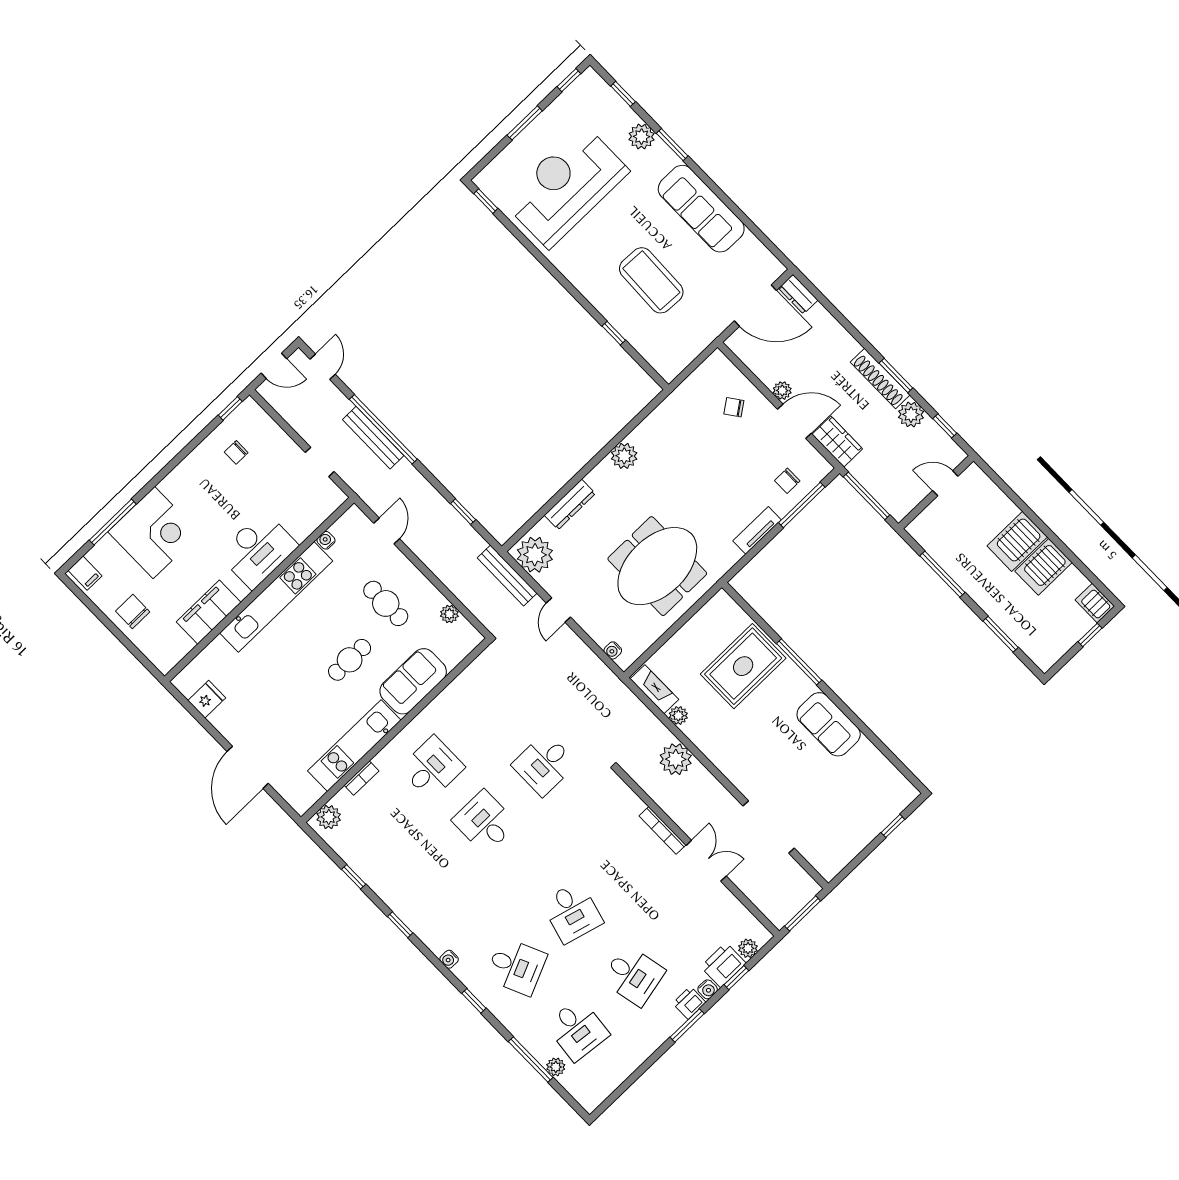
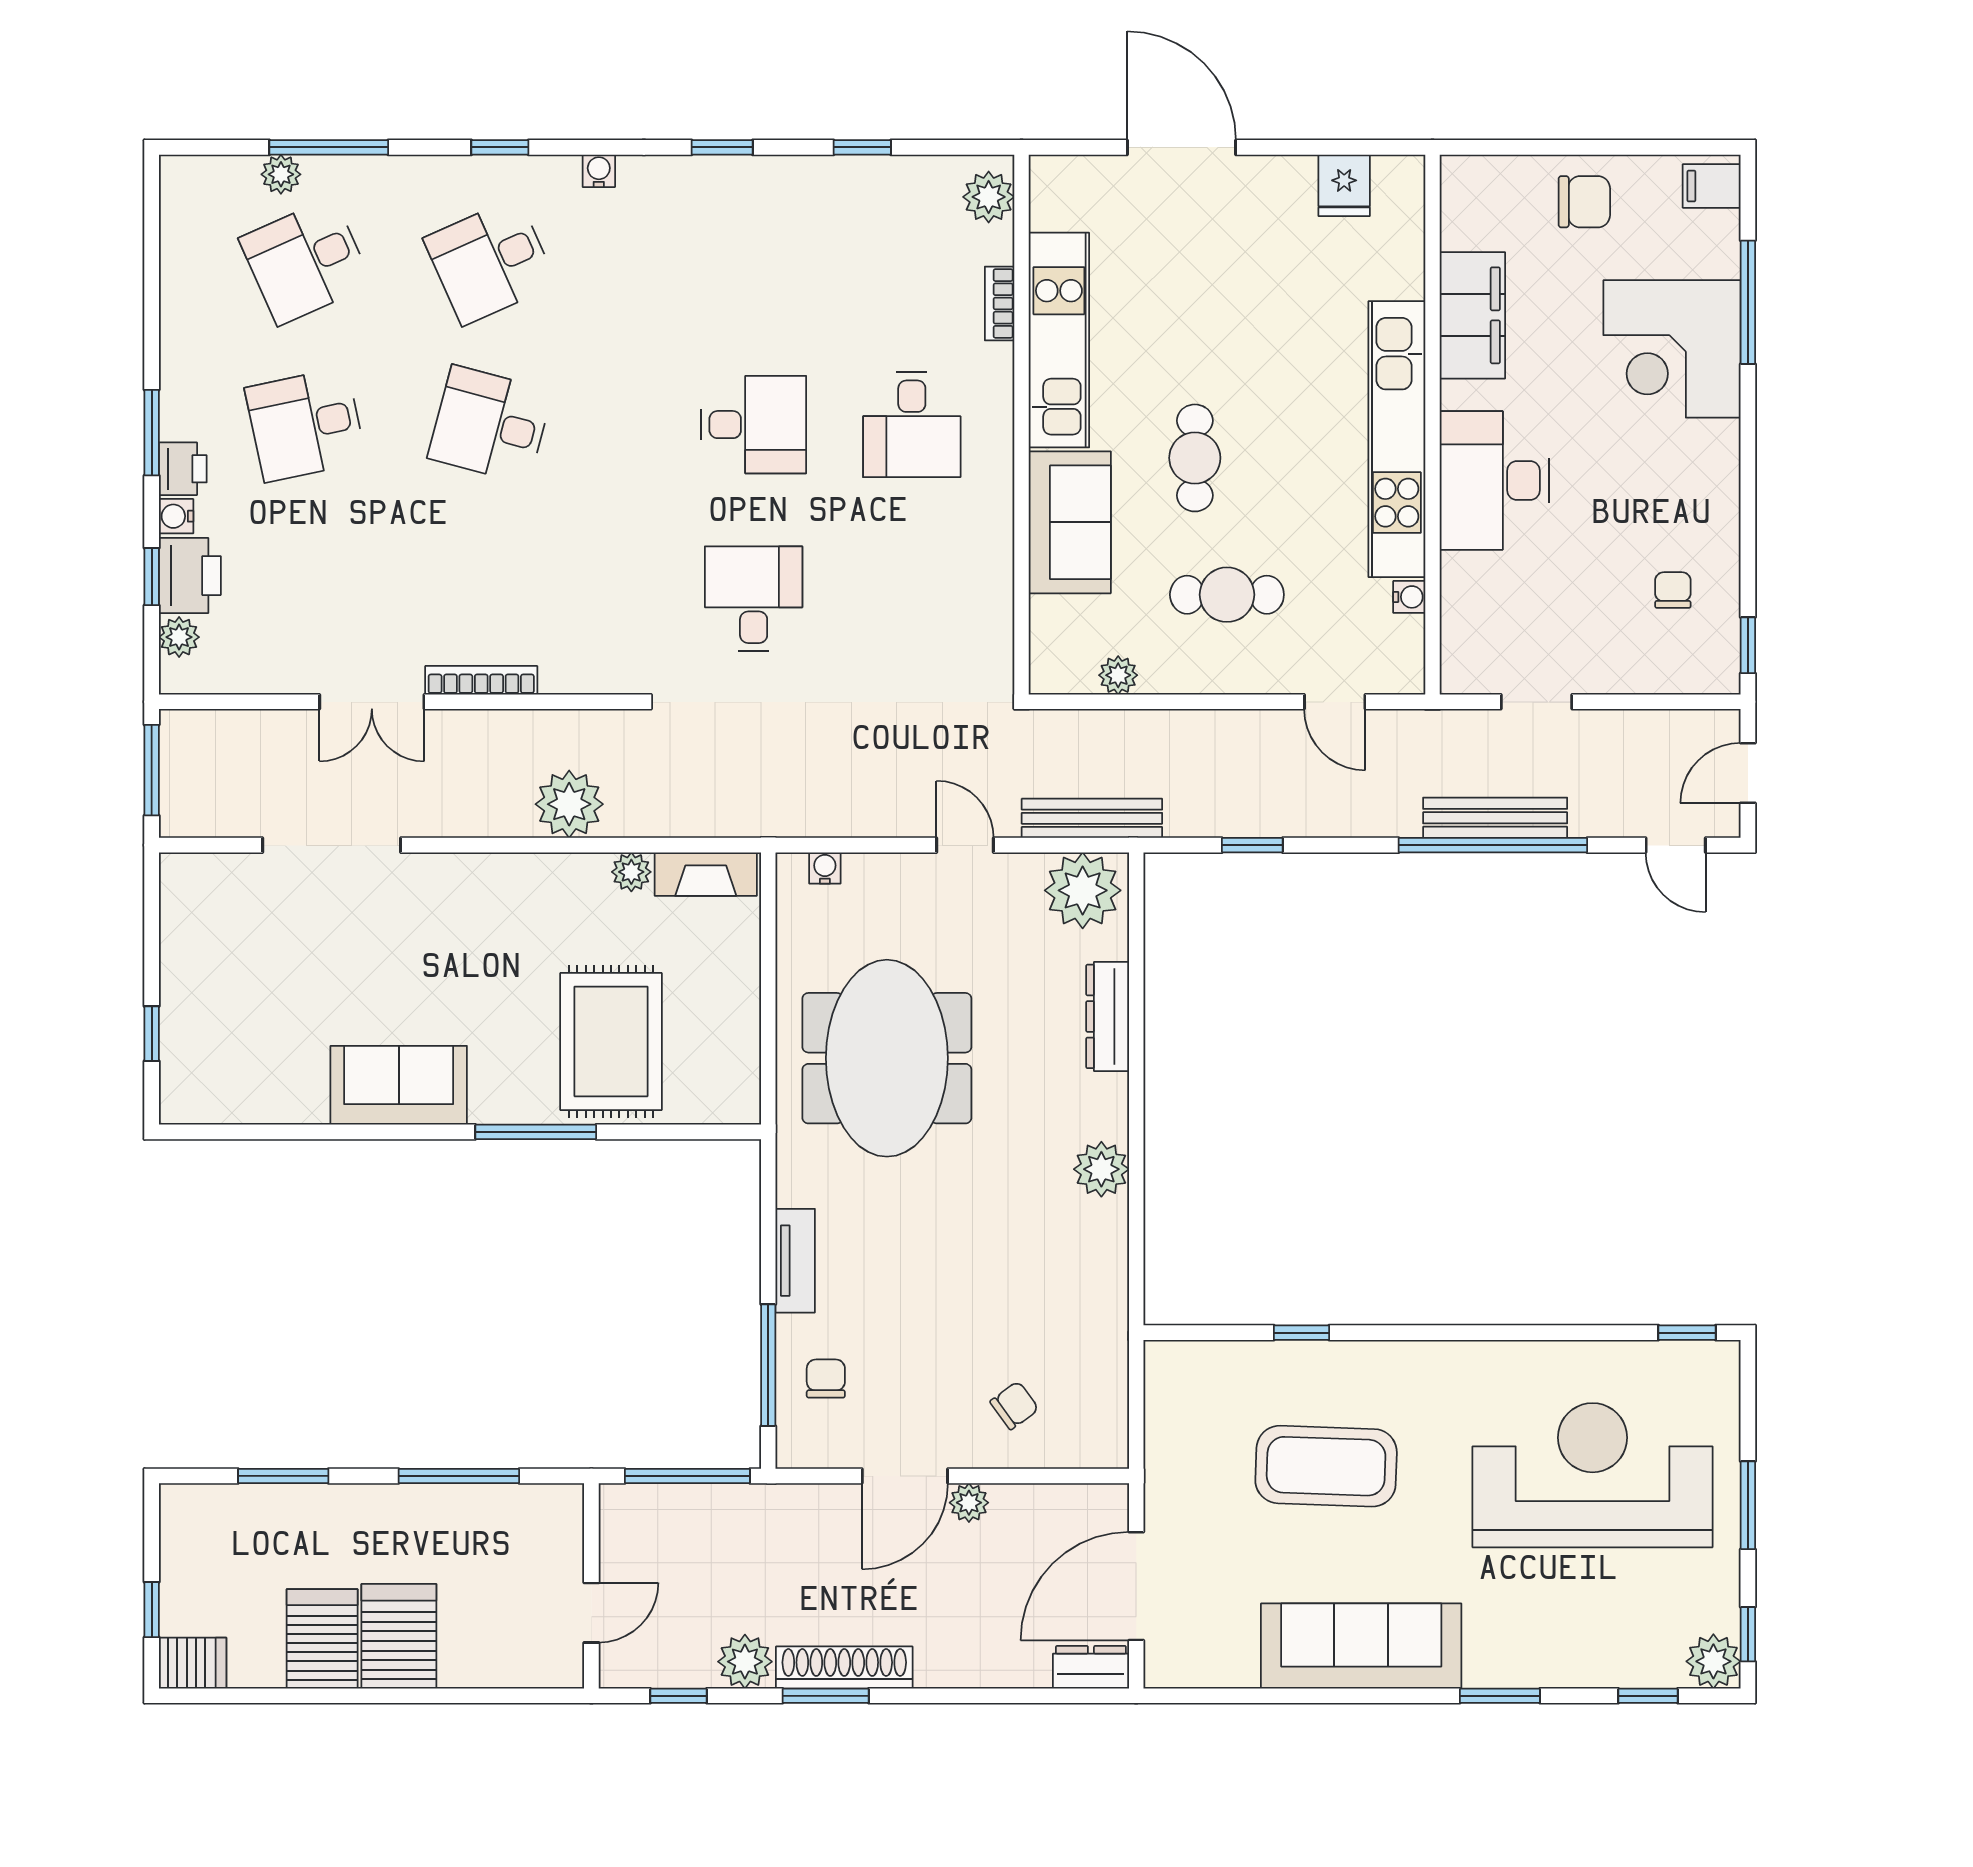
plant: (642, 137) -> (1713, 1661), moved
reception desk: (566, 186) -> (1592, 1475), turned -90
wardrobe: (837, 442) -> (812, 1511), removed
desk: (577, 1030) -> (306, 261), turned -30

